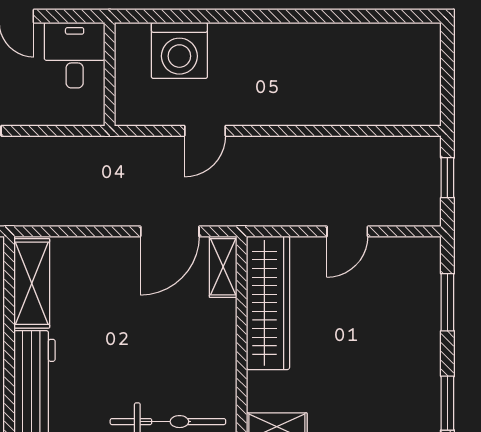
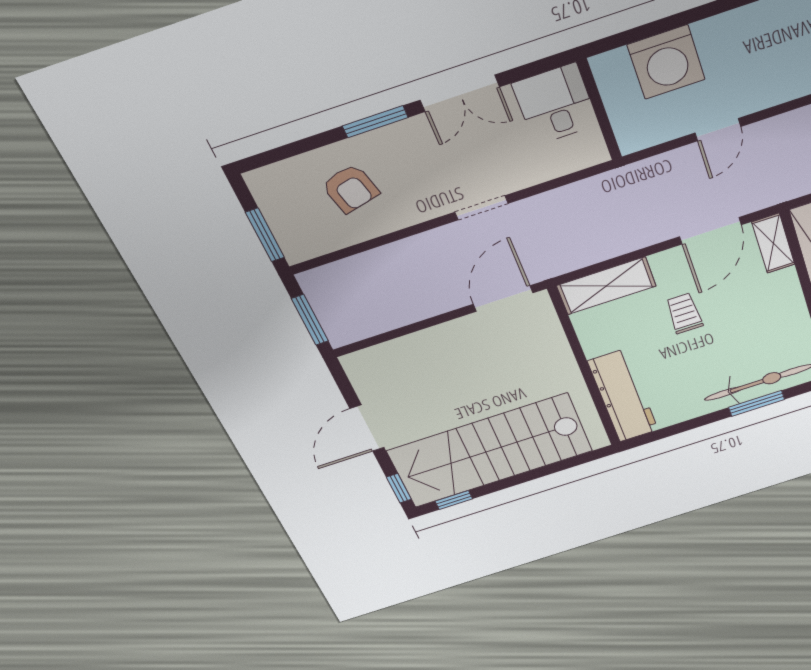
shelving: (32, 283) -> (606, 286), moved, turned 90
trolley: (120, 312) -> (684, 313), added

